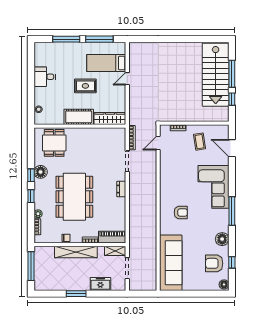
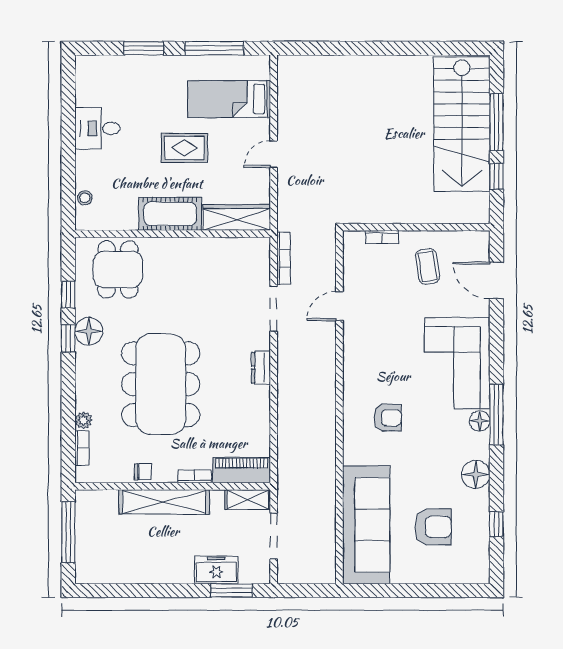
window: (66, 39) -> (144, 48), width x0.69
door: (127, 79) -> (274, 154), moved
door: (158, 143) -> (339, 306), moved
window: (31, 196) -> (68, 295), moved
armchair: (214, 263) -> (433, 527), moved, turned 180
floor lamp: (224, 284) -> (480, 421), moved
window: (76, 294) -> (232, 591), moved

